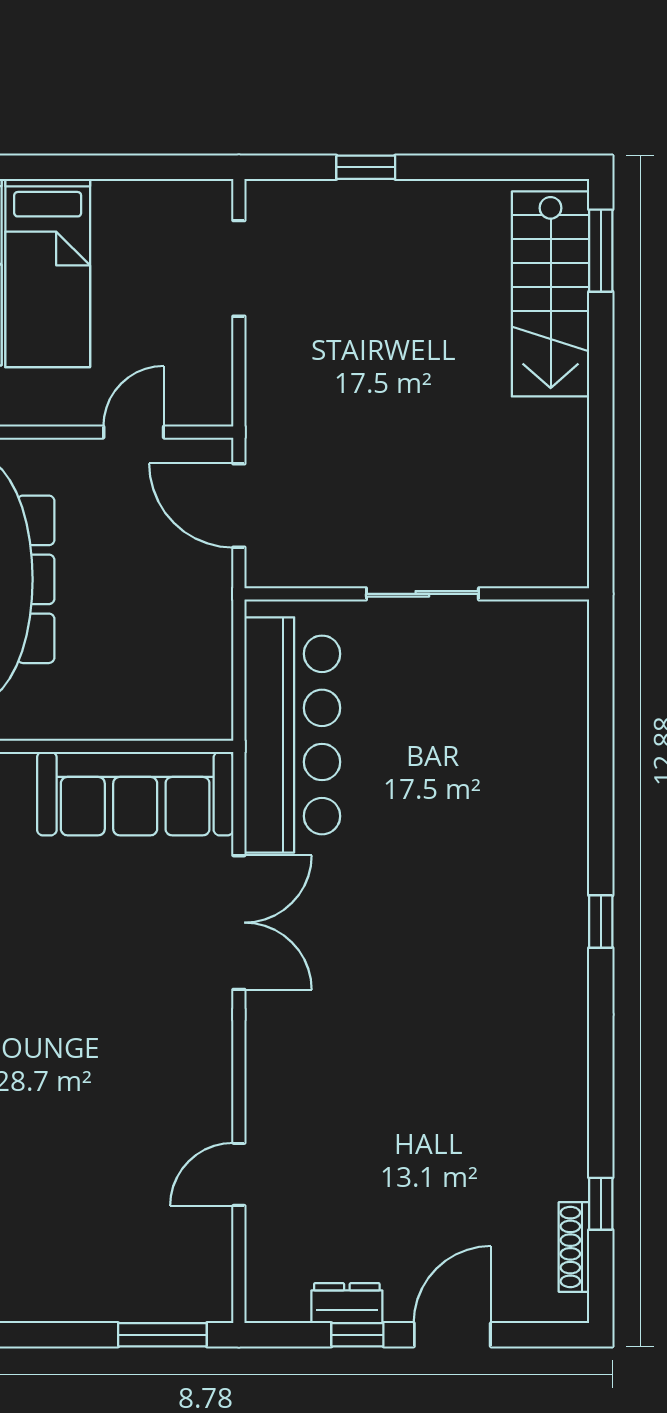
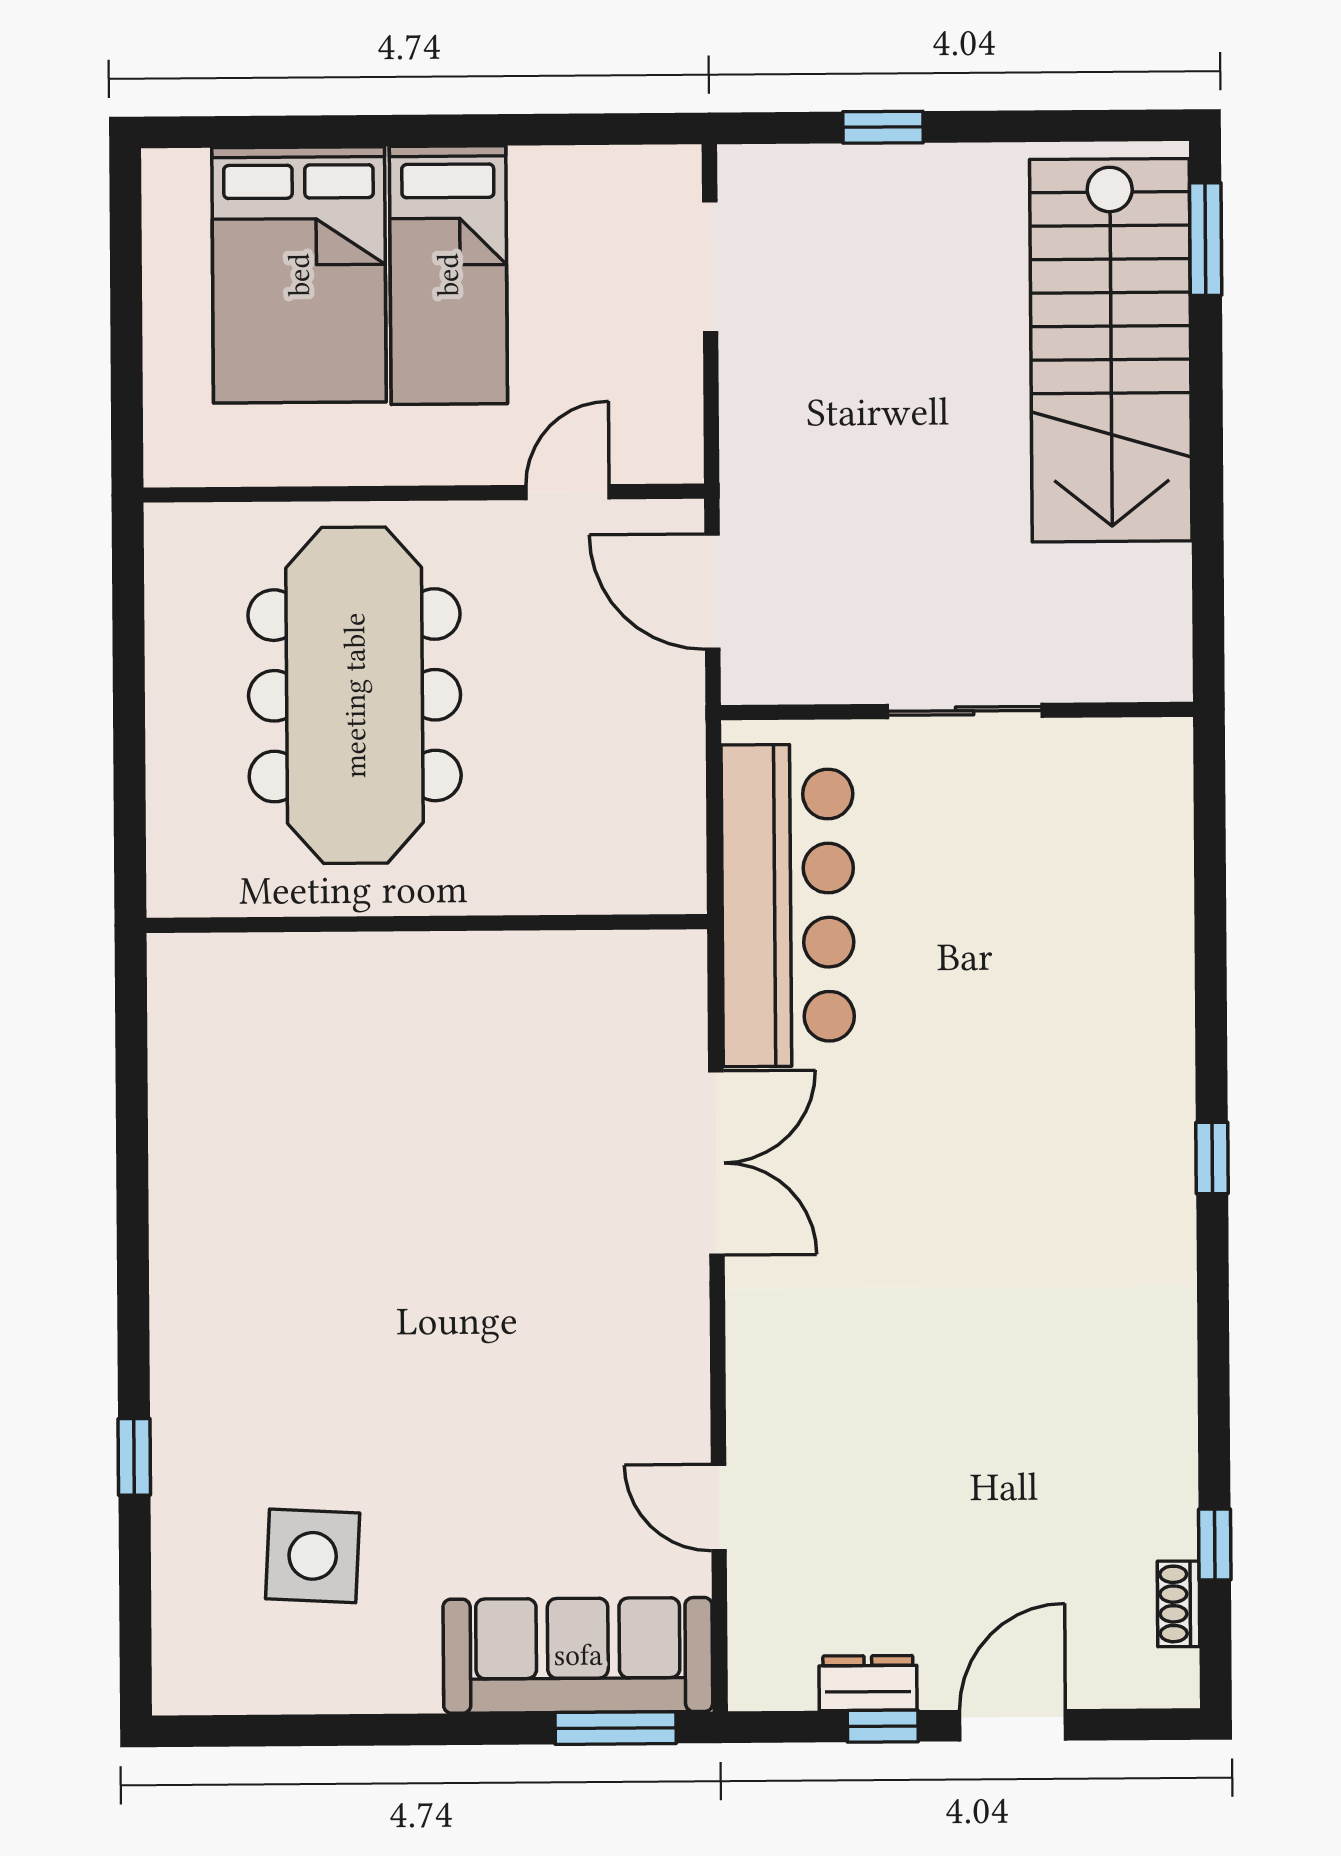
stairs: (551, 294) -> (1111, 350), width x1.36, depth x1.51
sofa: (135, 794) -> (578, 1655), moved, turned 180
door: (239, 1174) -> (719, 1508), hinge flipped
shoe rack: (574, 1247) -> (1178, 1604), width x0.70

